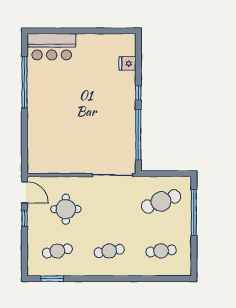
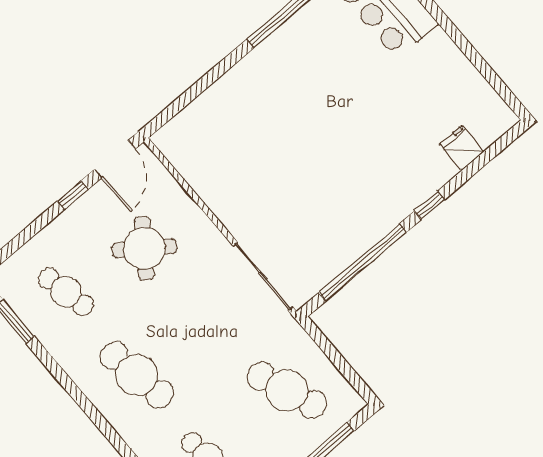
round table: (66, 209) -> (144, 248), turned 36
cafe table: (109, 251) -> (137, 375), width x1.37, depth x1.35

